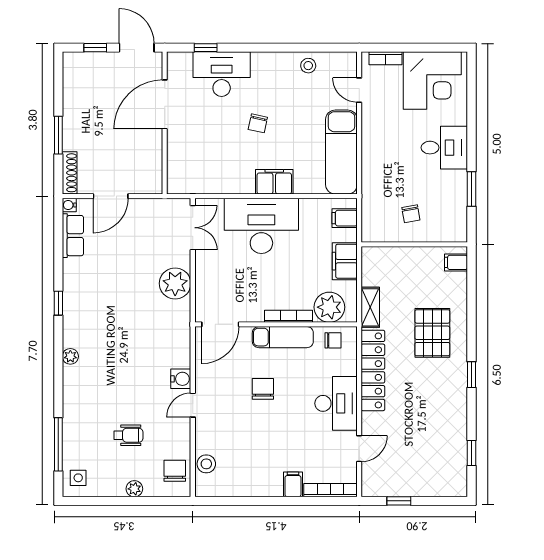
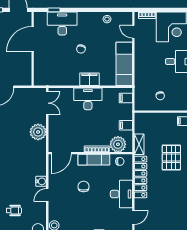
desk: (261, 226) -> (88, 99), width x0.73, depth x0.77
filing cabinet: (345, 261) -> (126, 125), width x0.50

